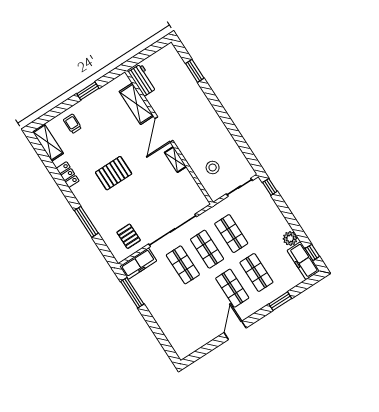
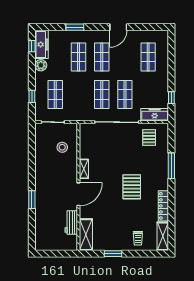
window: (195, 71) -> (32, 200), moved
workbench: (143, 80) -> (71, 222), moved
shelving: (136, 104) -> (86, 235), moved
pallet: (114, 173) -> (132, 187), turned 90
locker: (68, 175) -> (163, 206), width x1.53
window: (270, 187) -> (32, 96), moved
shop shelf: (231, 234) -> (55, 94), moved
window: (132, 293) -> (171, 98), width x0.46
shop shelf: (184, 319) -> (148, 57), added

